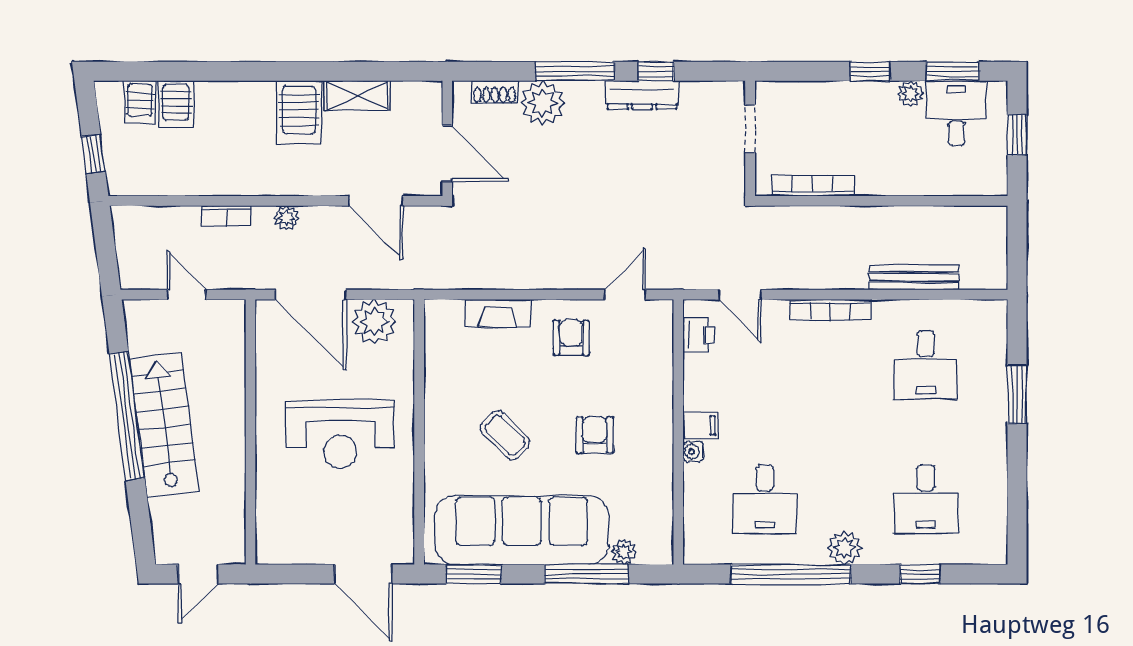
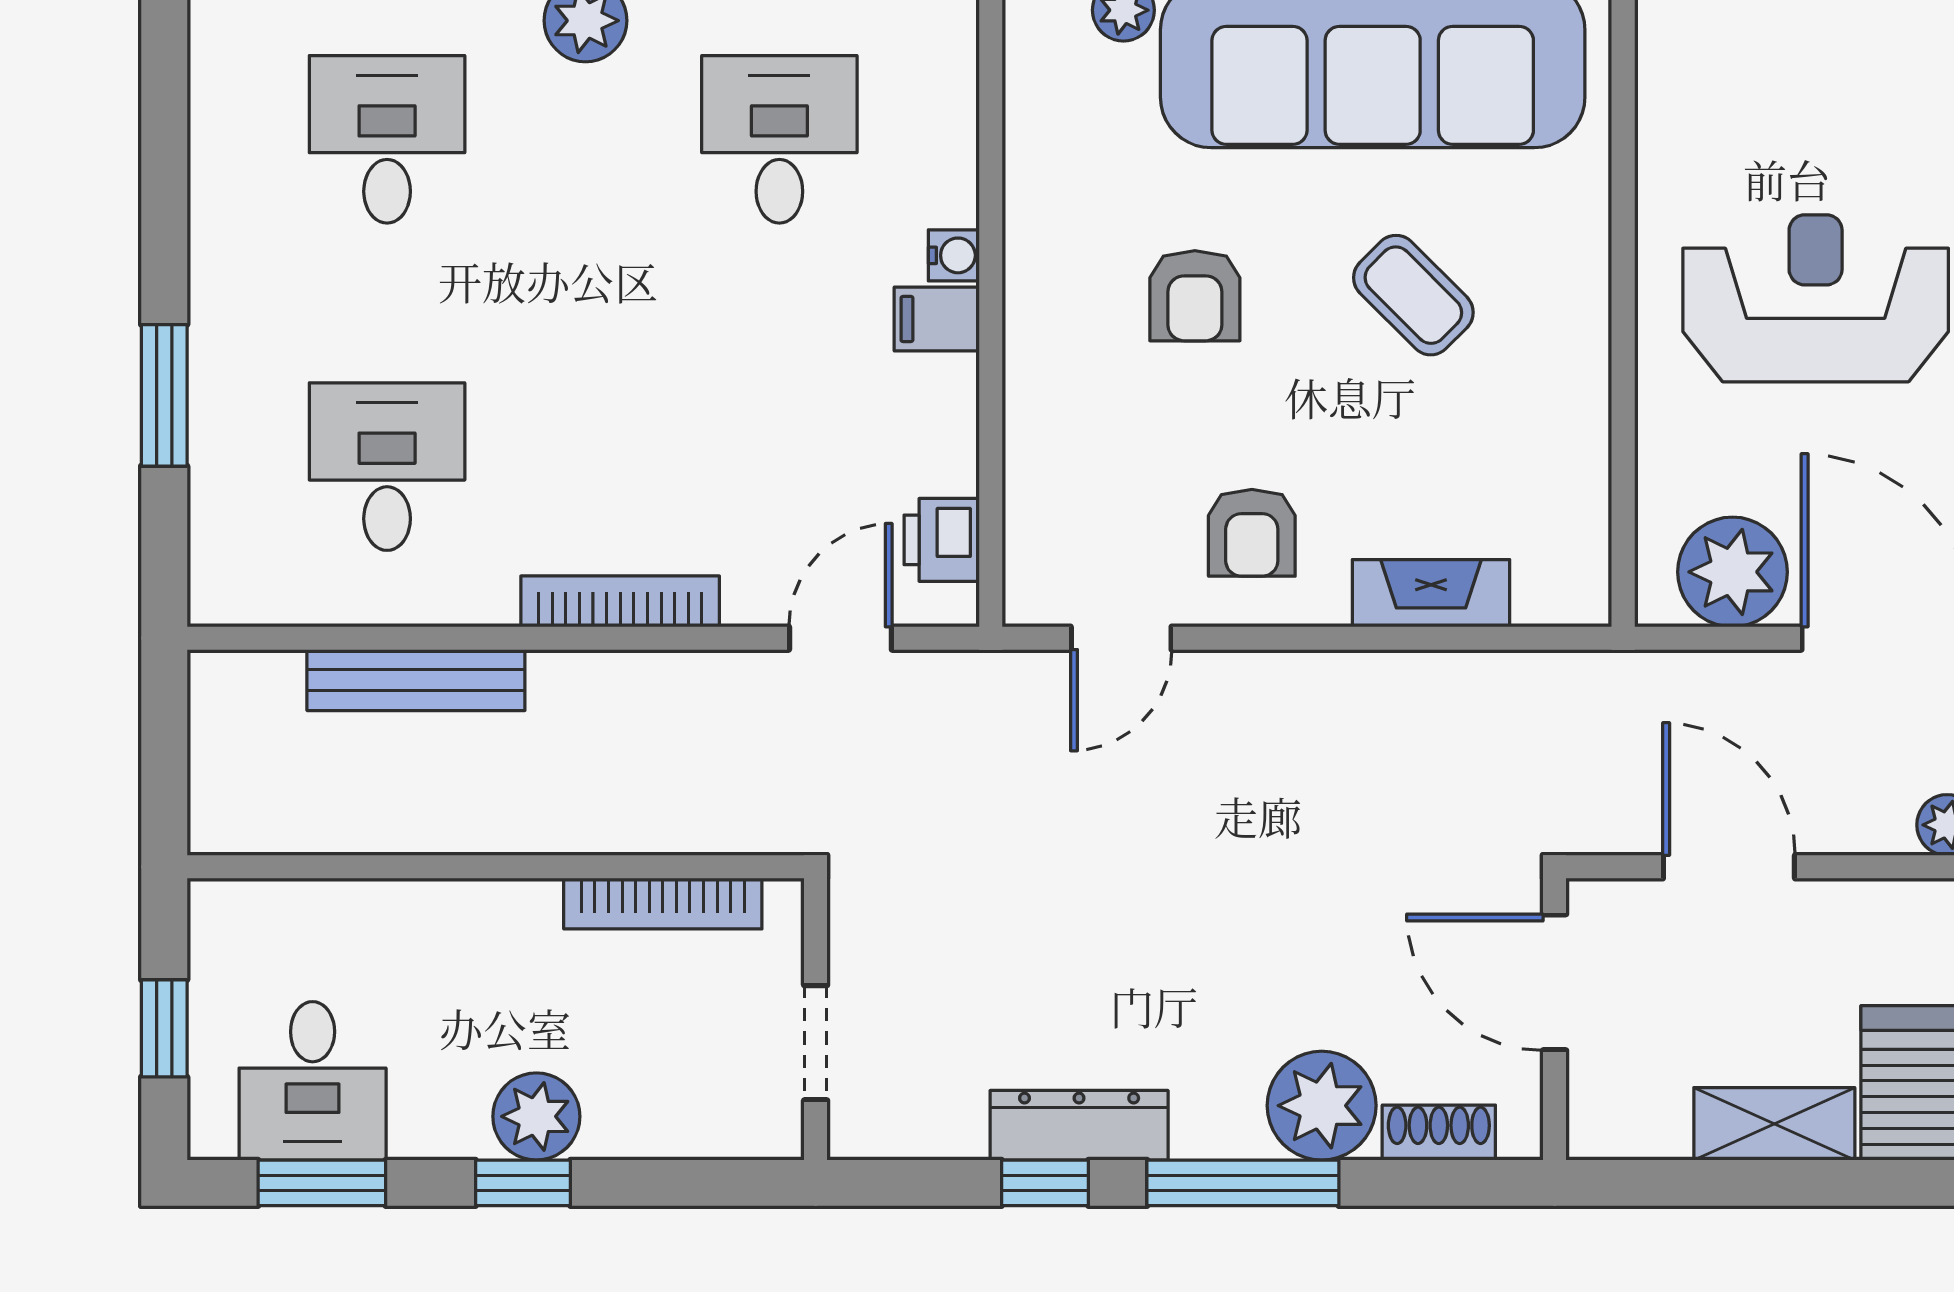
plant: (911, 94) -> (536, 1116), moved, width x1.38, depth x1.38
door: (740, 295) -> (840, 638), hinge flipped

